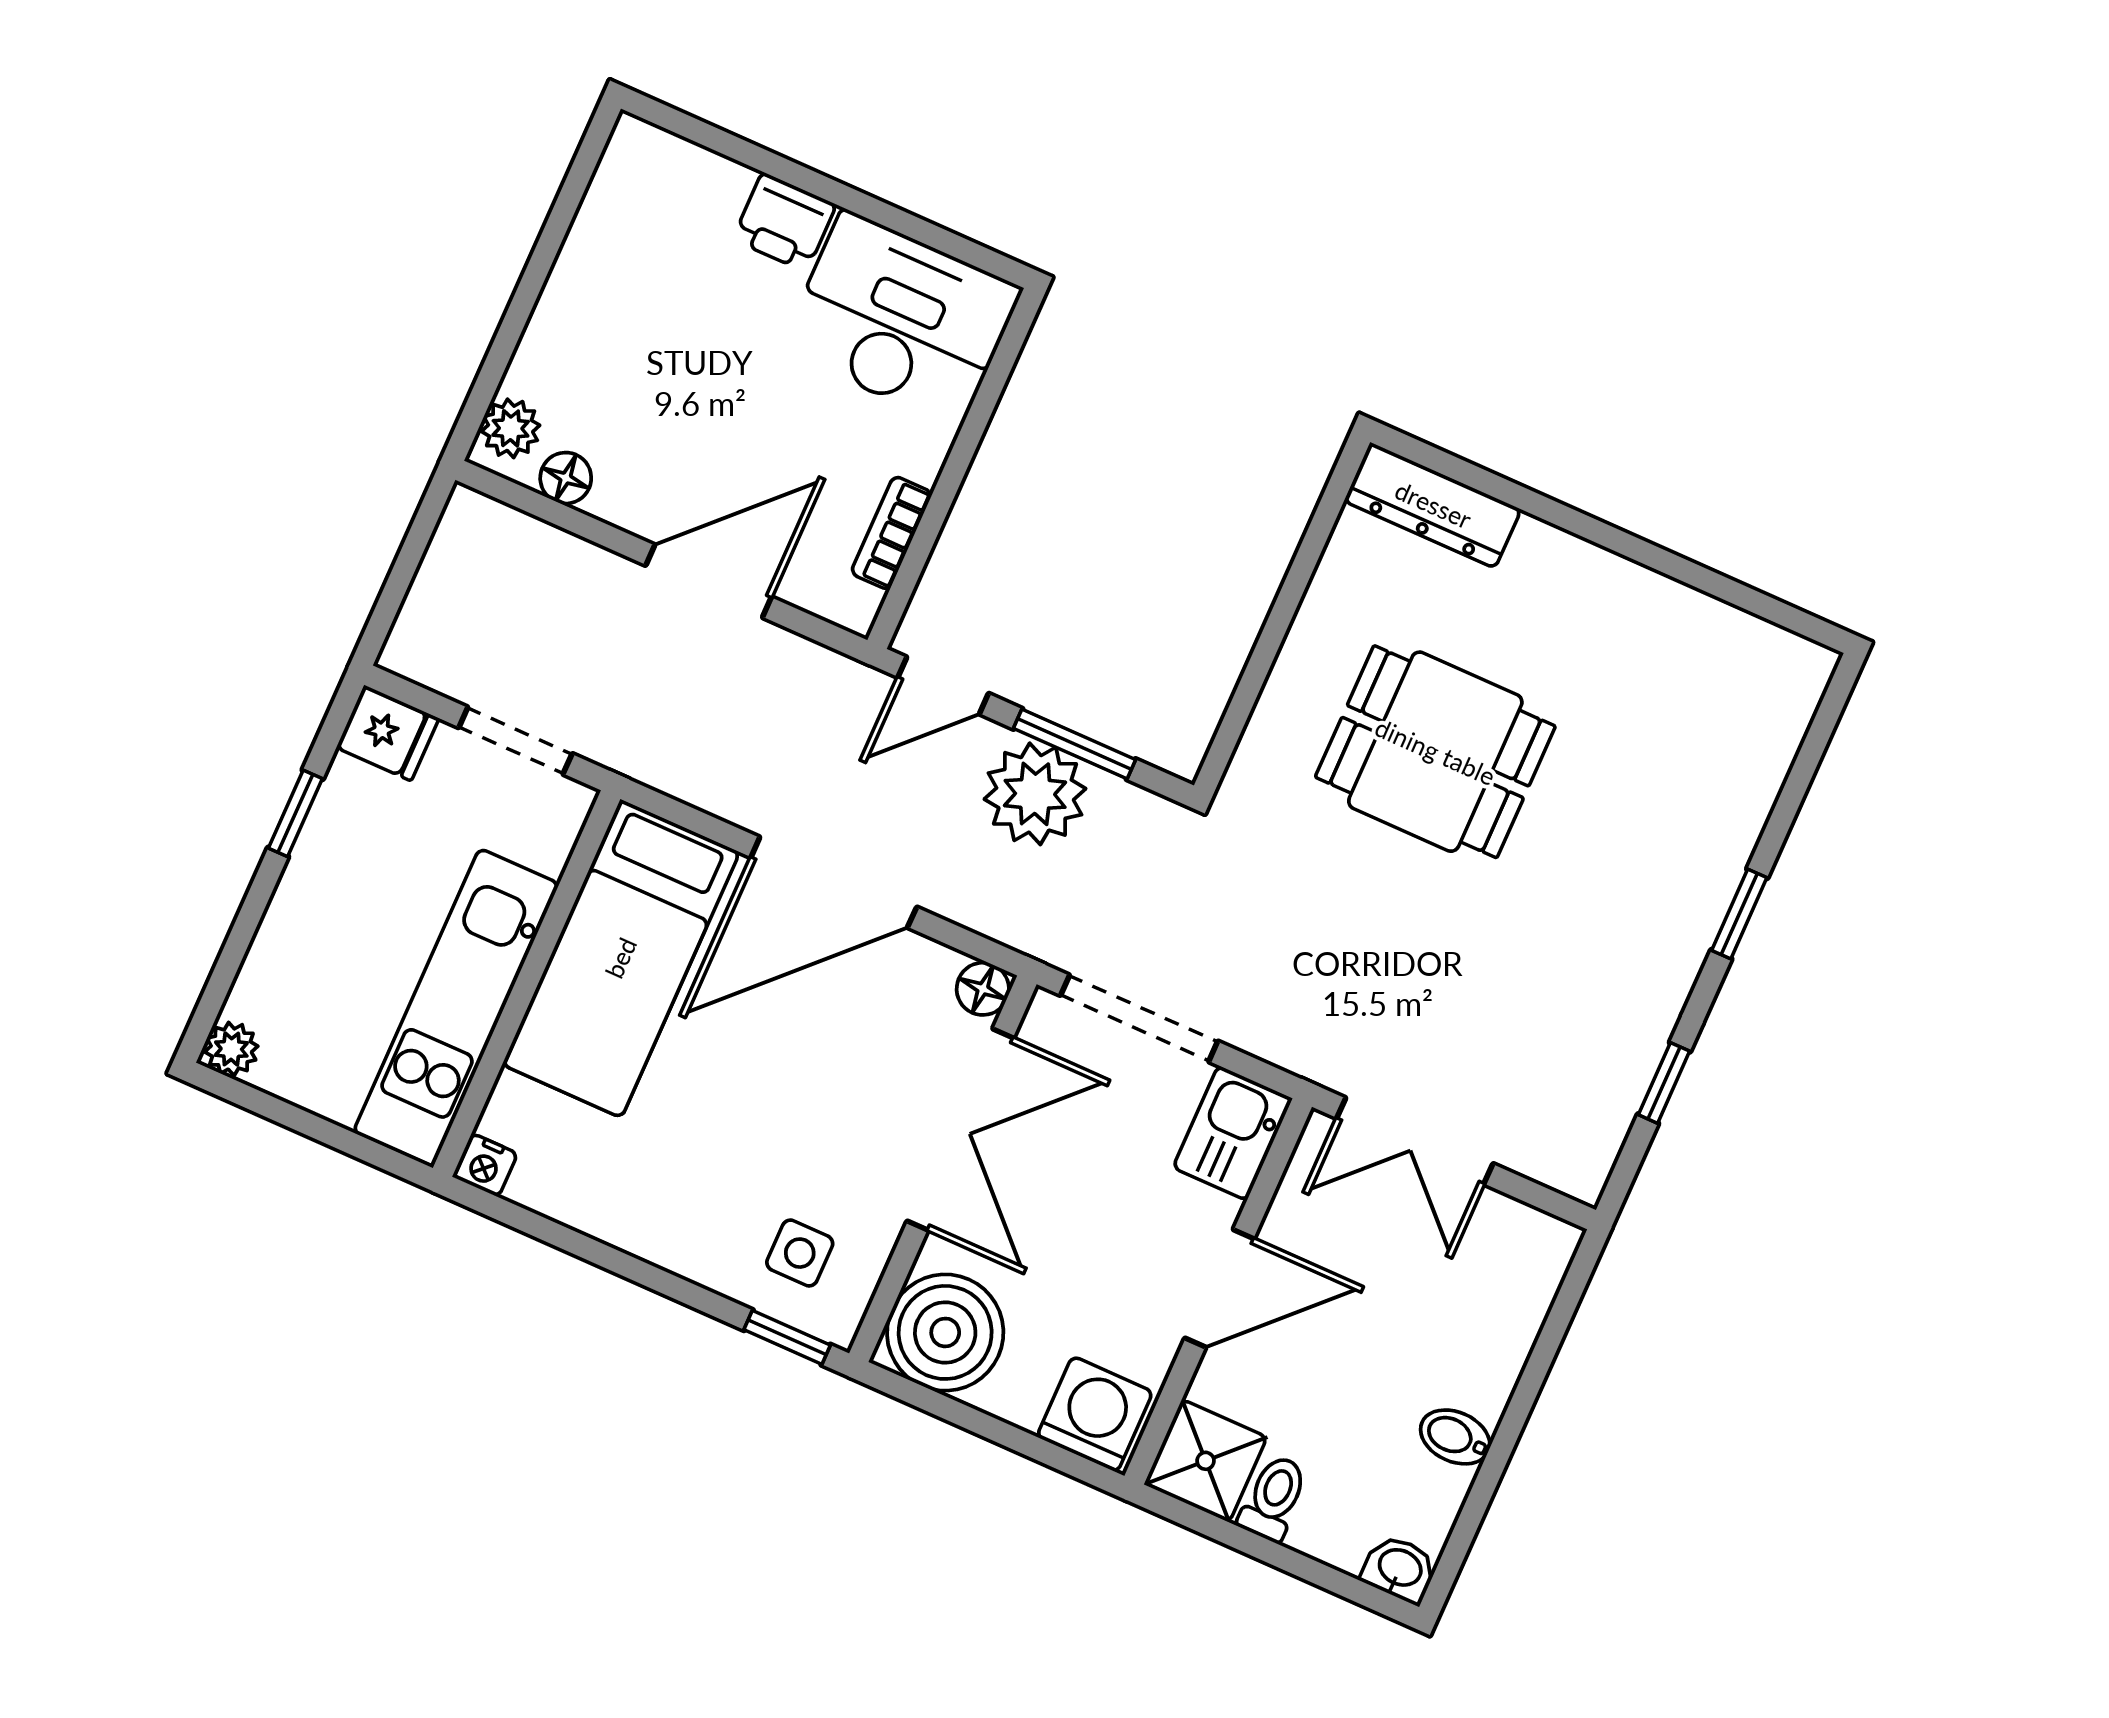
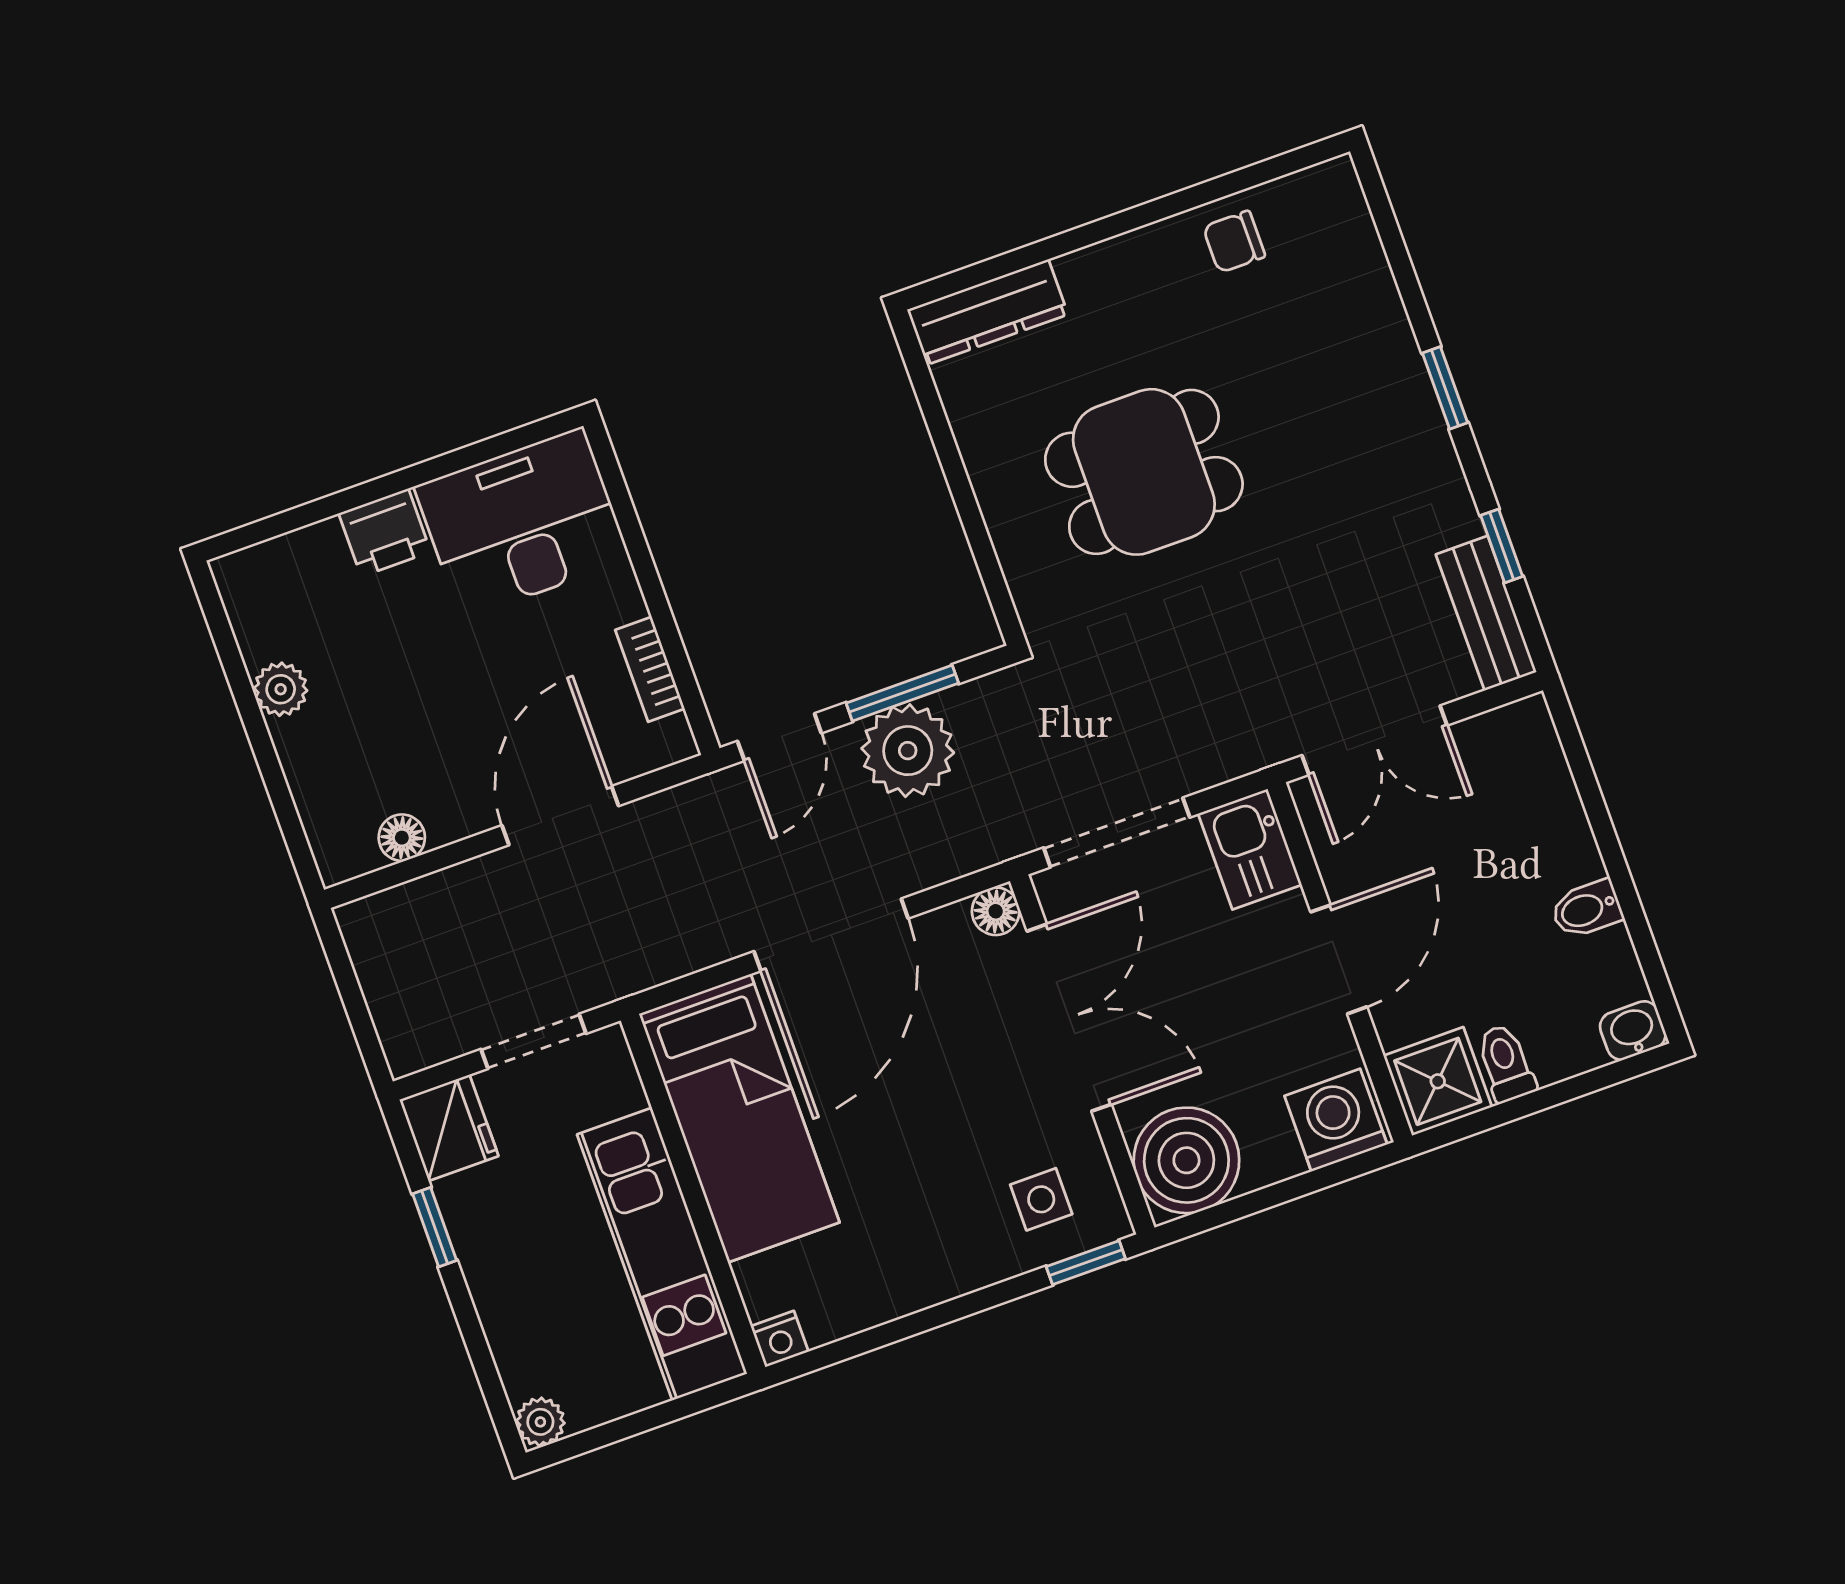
plant: (511, 428) -> (281, 689), moved
chair: (1682, 637) -> (1234, 242), added
fridge: (388, 733) -> (449, 1128), width x1.38
bench: (1600, 1125) -> (1486, 613), added

